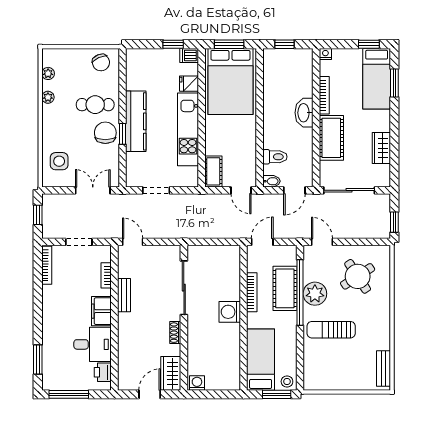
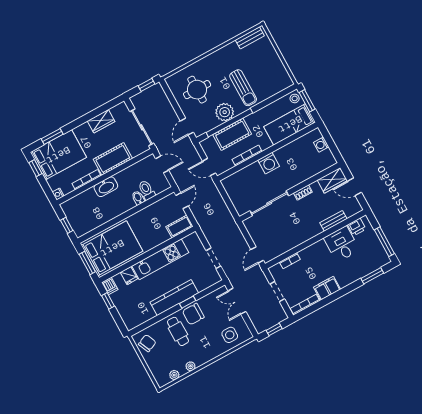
bed: (377, 79) -> (58, 155), width x1.50
bidet: (271, 181) -> (138, 198), moved
round table: (358, 276) -> (197, 90), turned 33
bench: (124, 295) -> (333, 221), moved
filing cabinet: (101, 311) -> (327, 288), moved, turned 180
washing machine: (197, 383) -> (321, 145), moved

